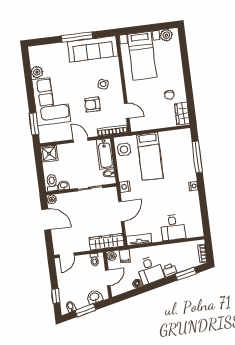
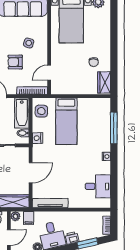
door: (127, 111) -> (49, 73), swing flipped
nightstand: (125, 187) -> (37, 138), moved
desk: (173, 227) -> (98, 186), moved, turned -90
tv unit: (139, 239) -> (50, 203), width x1.41

